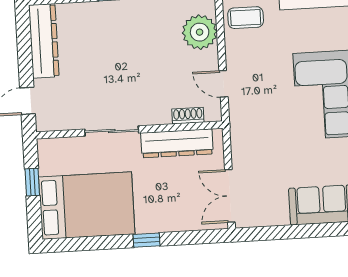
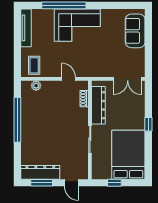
plant: (200, 32) -> (36, 86), width x0.53, depth x0.53
window: (24, 45) -> (42, 183), added
door: (223, 84) -> (68, 79), swing flipped

